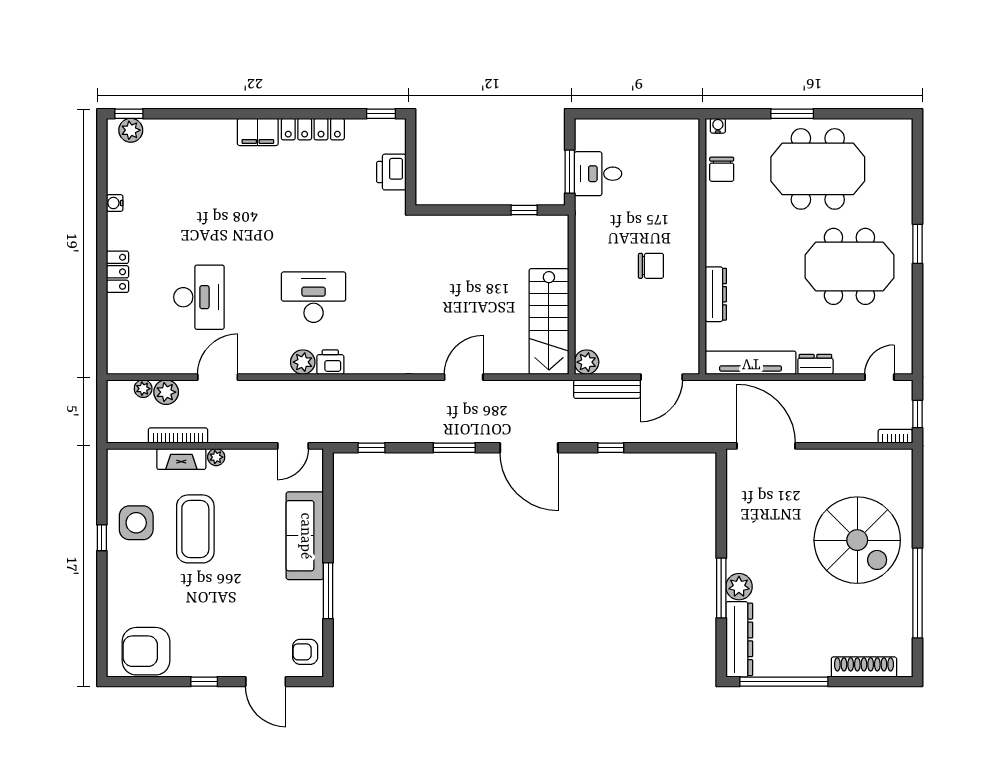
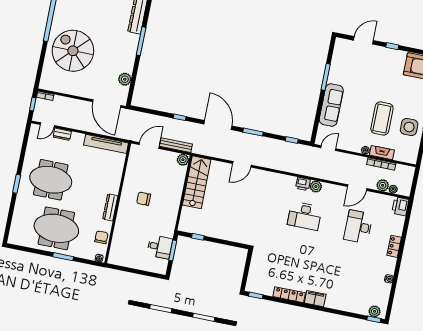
printer: (391, 172) -> (400, 206), moved, turned 180
dresser: (716, 294) -> (110, 207), moved
dresser: (815, 364) -> (62, 134), moved
plant: (739, 587) -> (125, 79), moved
armchair: (305, 652) -> (342, 51), removed
door: (266, 682) -> (363, 40), hinge flipped

